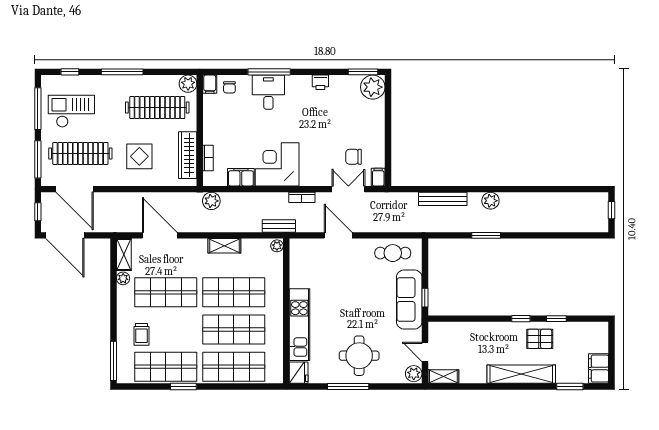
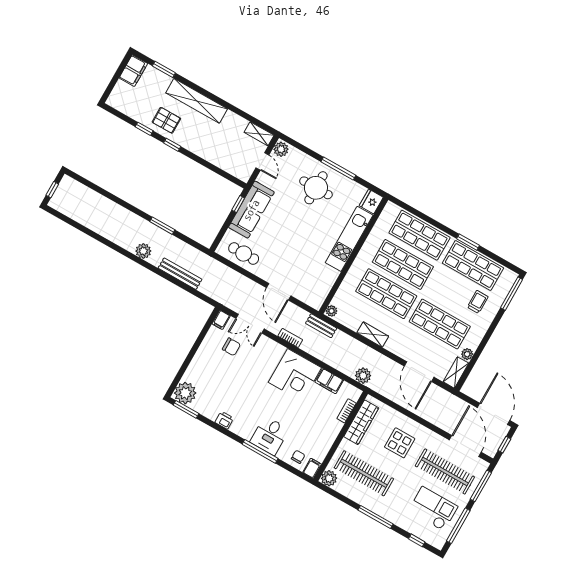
checkout: (71, 111) -> (433, 509), turned 180

